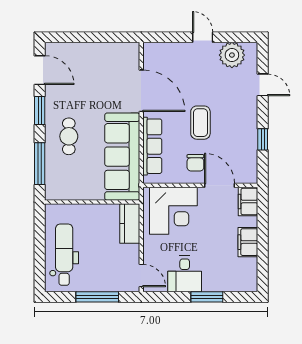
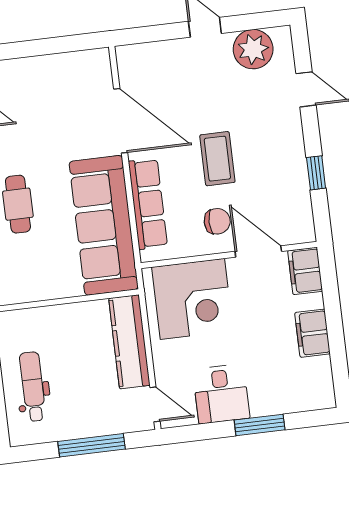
chair: (195, 163) -> (217, 221), turned -90
kitchen counter: (130, 223) -> (129, 342), width x1.50
dental chair: (64, 255) -> (33, 387), width x0.73, depth x0.72

